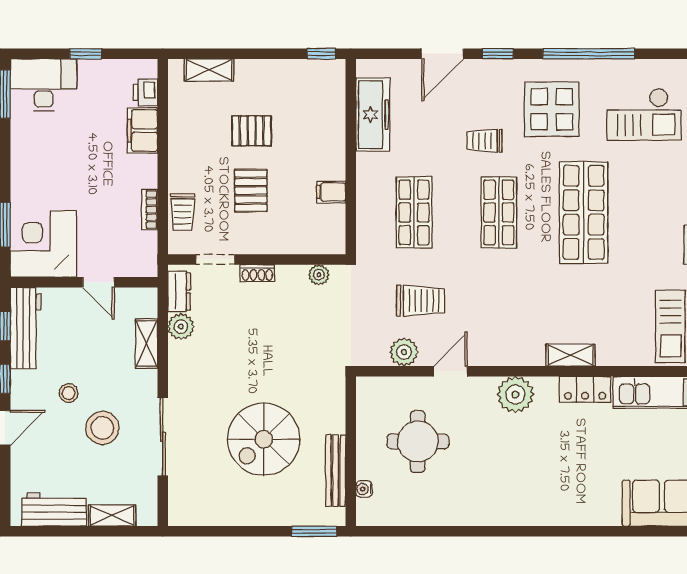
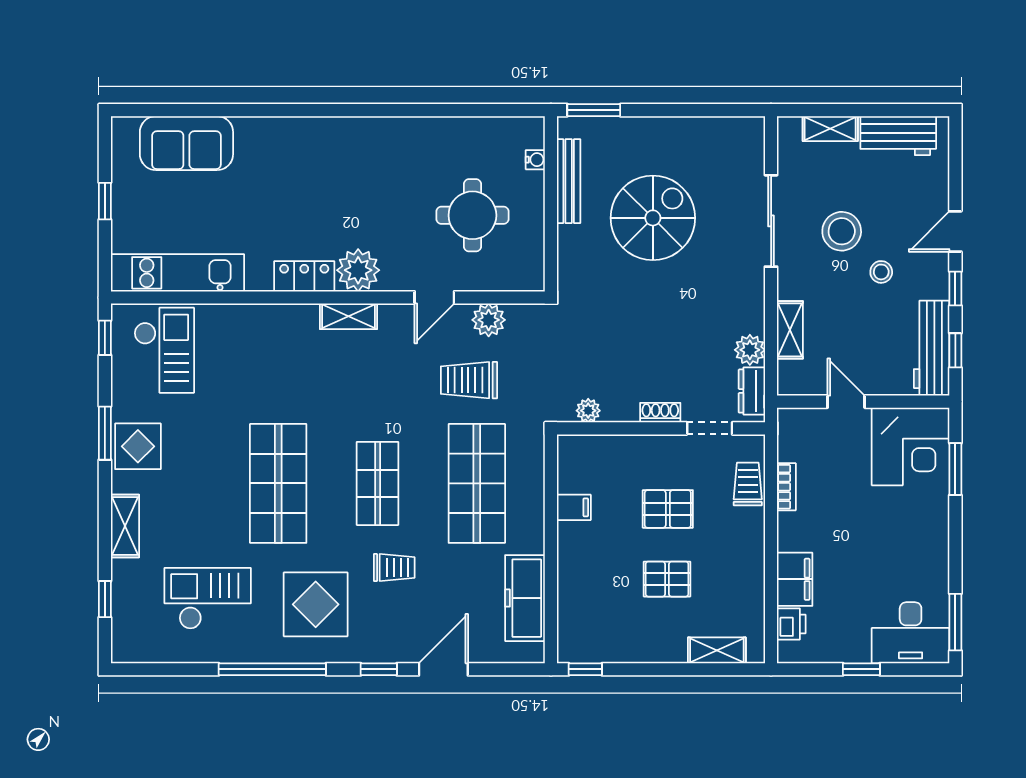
pallet: (251, 191) -> (668, 509), turned 90
shop shelf: (414, 212) -> (477, 483), width x1.43, depth x1.36
shelving: (571, 355) -> (348, 316), moved
locker: (585, 389) -> (304, 276), moved

